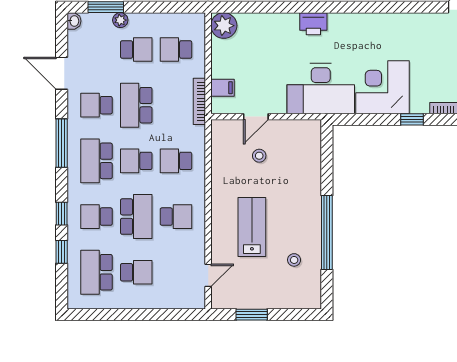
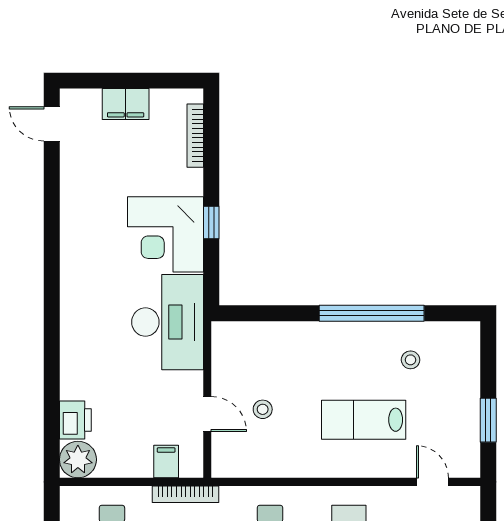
printer: (313, 24) -> (75, 420), moved
window: (412, 119) -> (211, 222), moved

